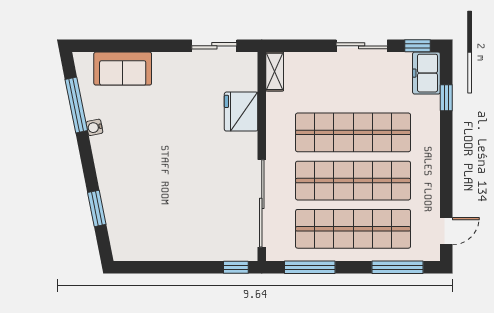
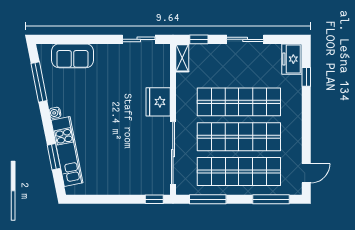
window: (418, 46) -> (199, 39), moved
fridge: (241, 112) -> (158, 102), moved
water cooler: (94, 127) -> (55, 113), moved
kitchen unit: (115, 201) -> (67, 152), added

